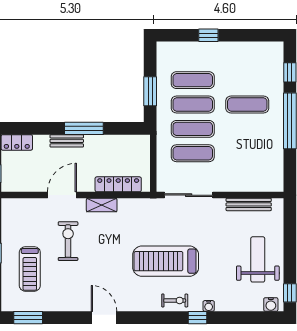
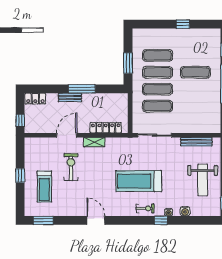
window: (208, 35) -> (183, 24), moved
weight bench: (258, 259) -> (203, 180), turned 180
water cooler: (271, 304) -> (185, 211), moved

